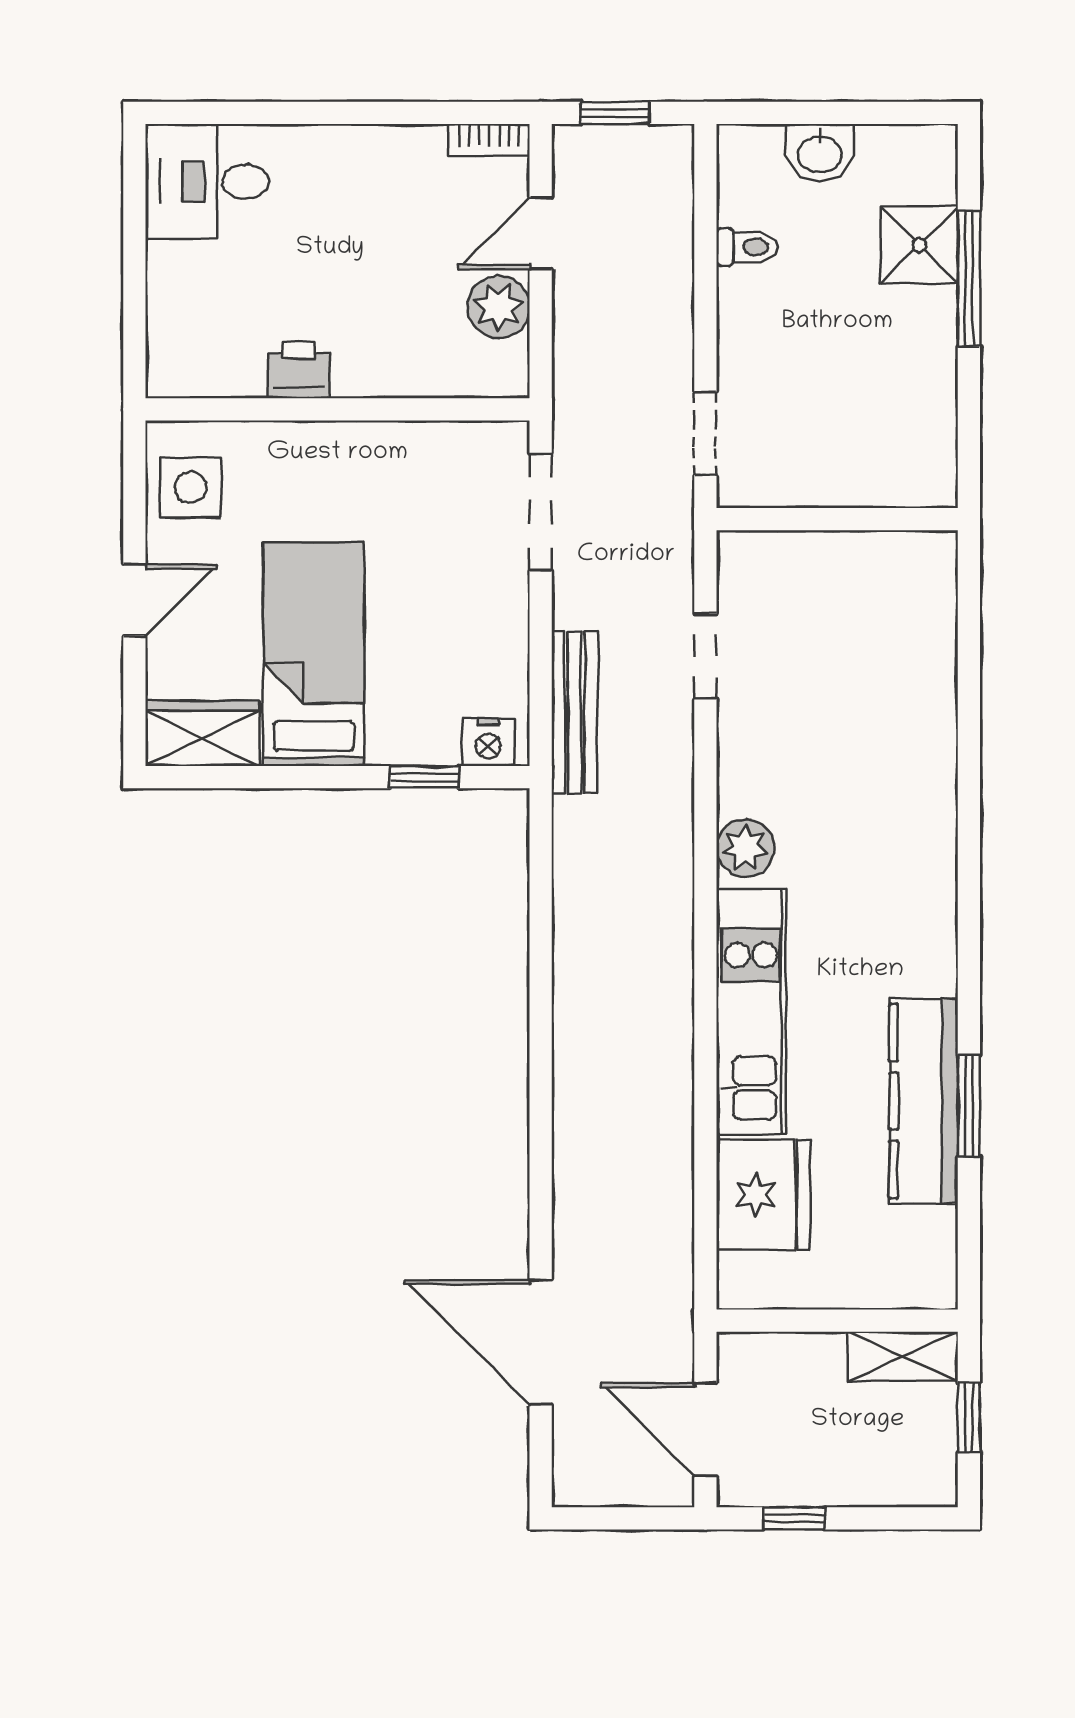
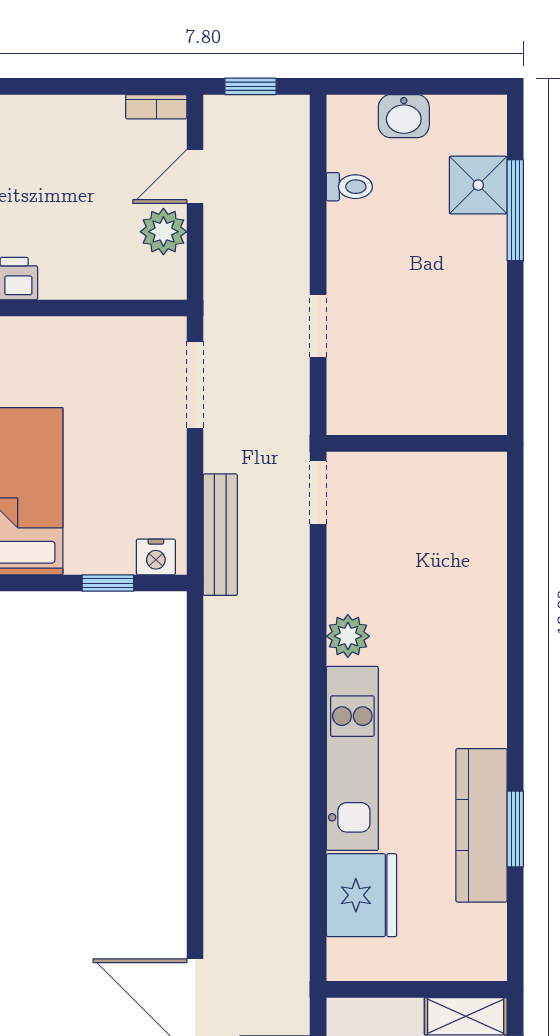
wall: (837, 519) -> (417, 443), moved

